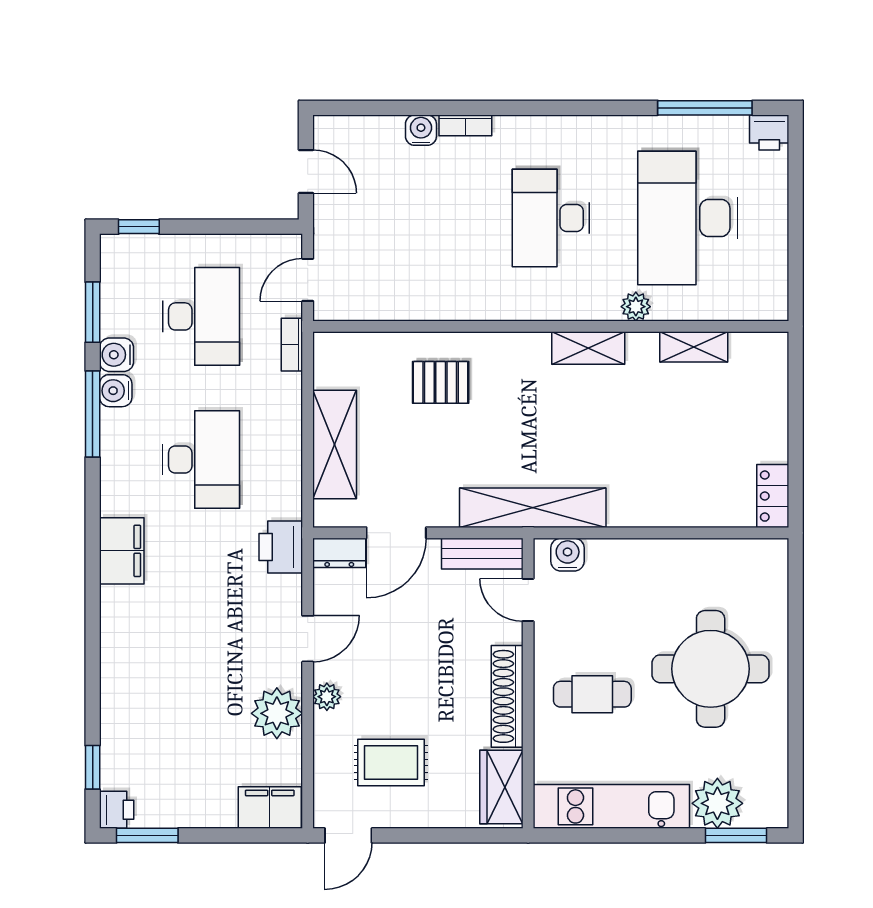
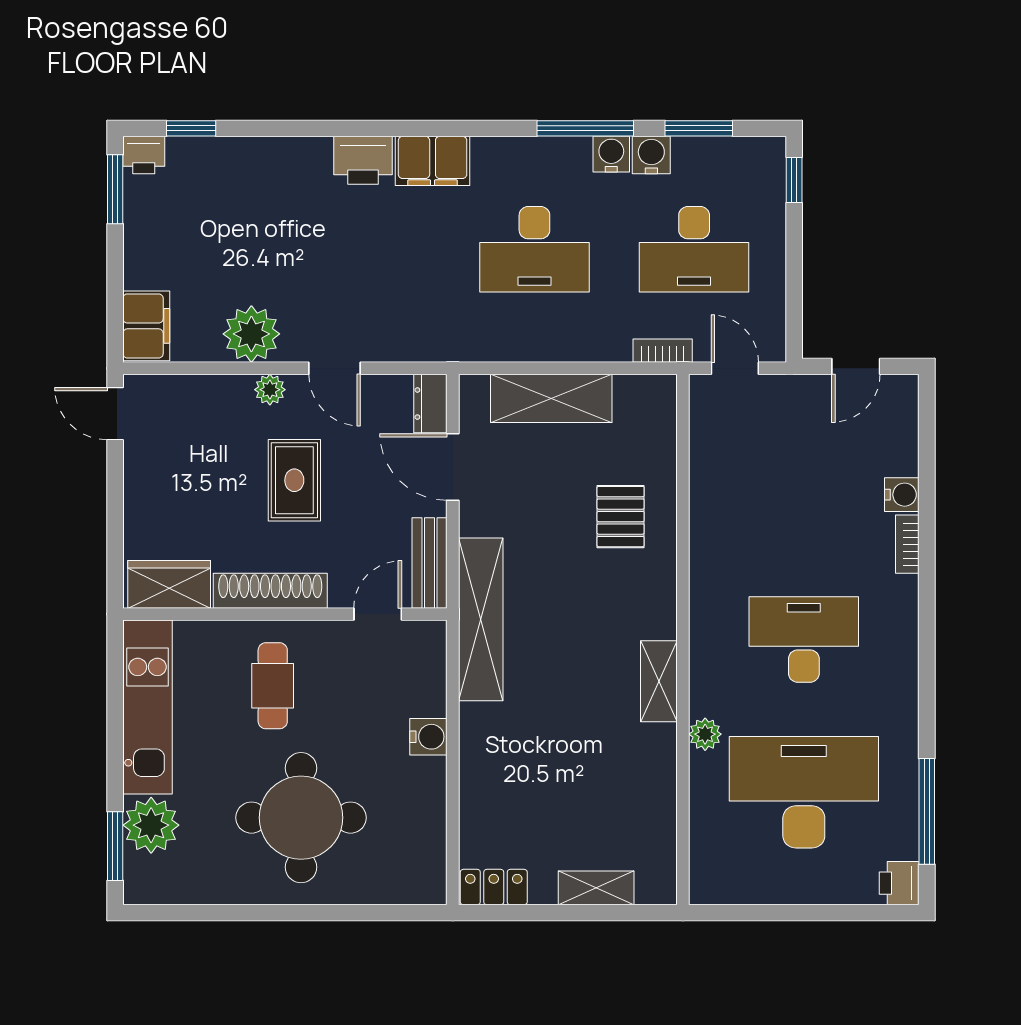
shelving: (694, 347) -> (596, 888), moved, turned 90
printer: (281, 547) -> (363, 160), moved, turned 180
water cooler: (568, 555) -> (428, 737), moved
rug: (391, 763) -> (294, 480), moved

